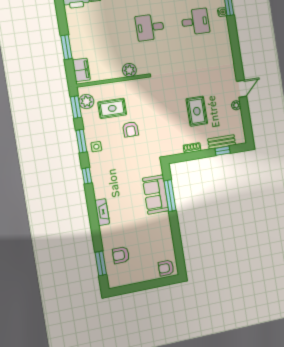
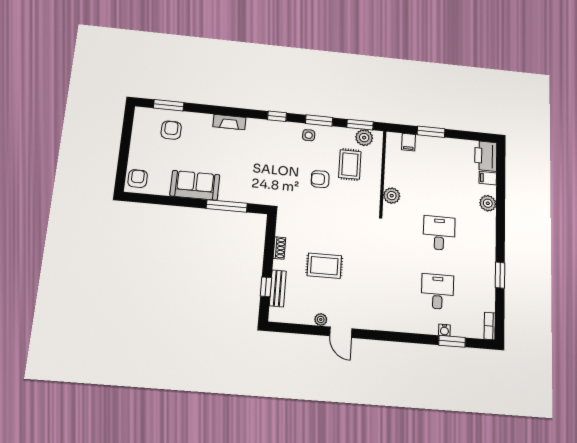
desk: (195, 22) -> (438, 292), turned 180
filing cabinet: (81, 70) -> (408, 142), width x0.50
sofa: (156, 195) -> (195, 185), moved

